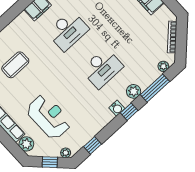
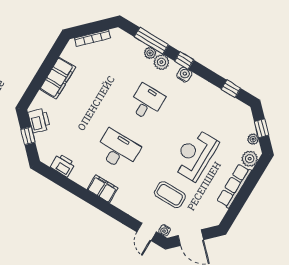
plant: (163, 66) -> (150, 53), moved
desk: (102, 68) -> (146, 102), width x0.73
reception desk: (49, 117) -> (195, 155), moved
plant: (66, 153) -> (253, 139), moved

